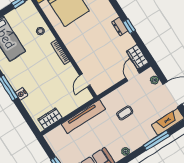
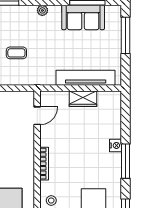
tv unit: (83, 117) -> (86, 78), moved
wardrobe: (50, 119) -> (83, 99), moved

